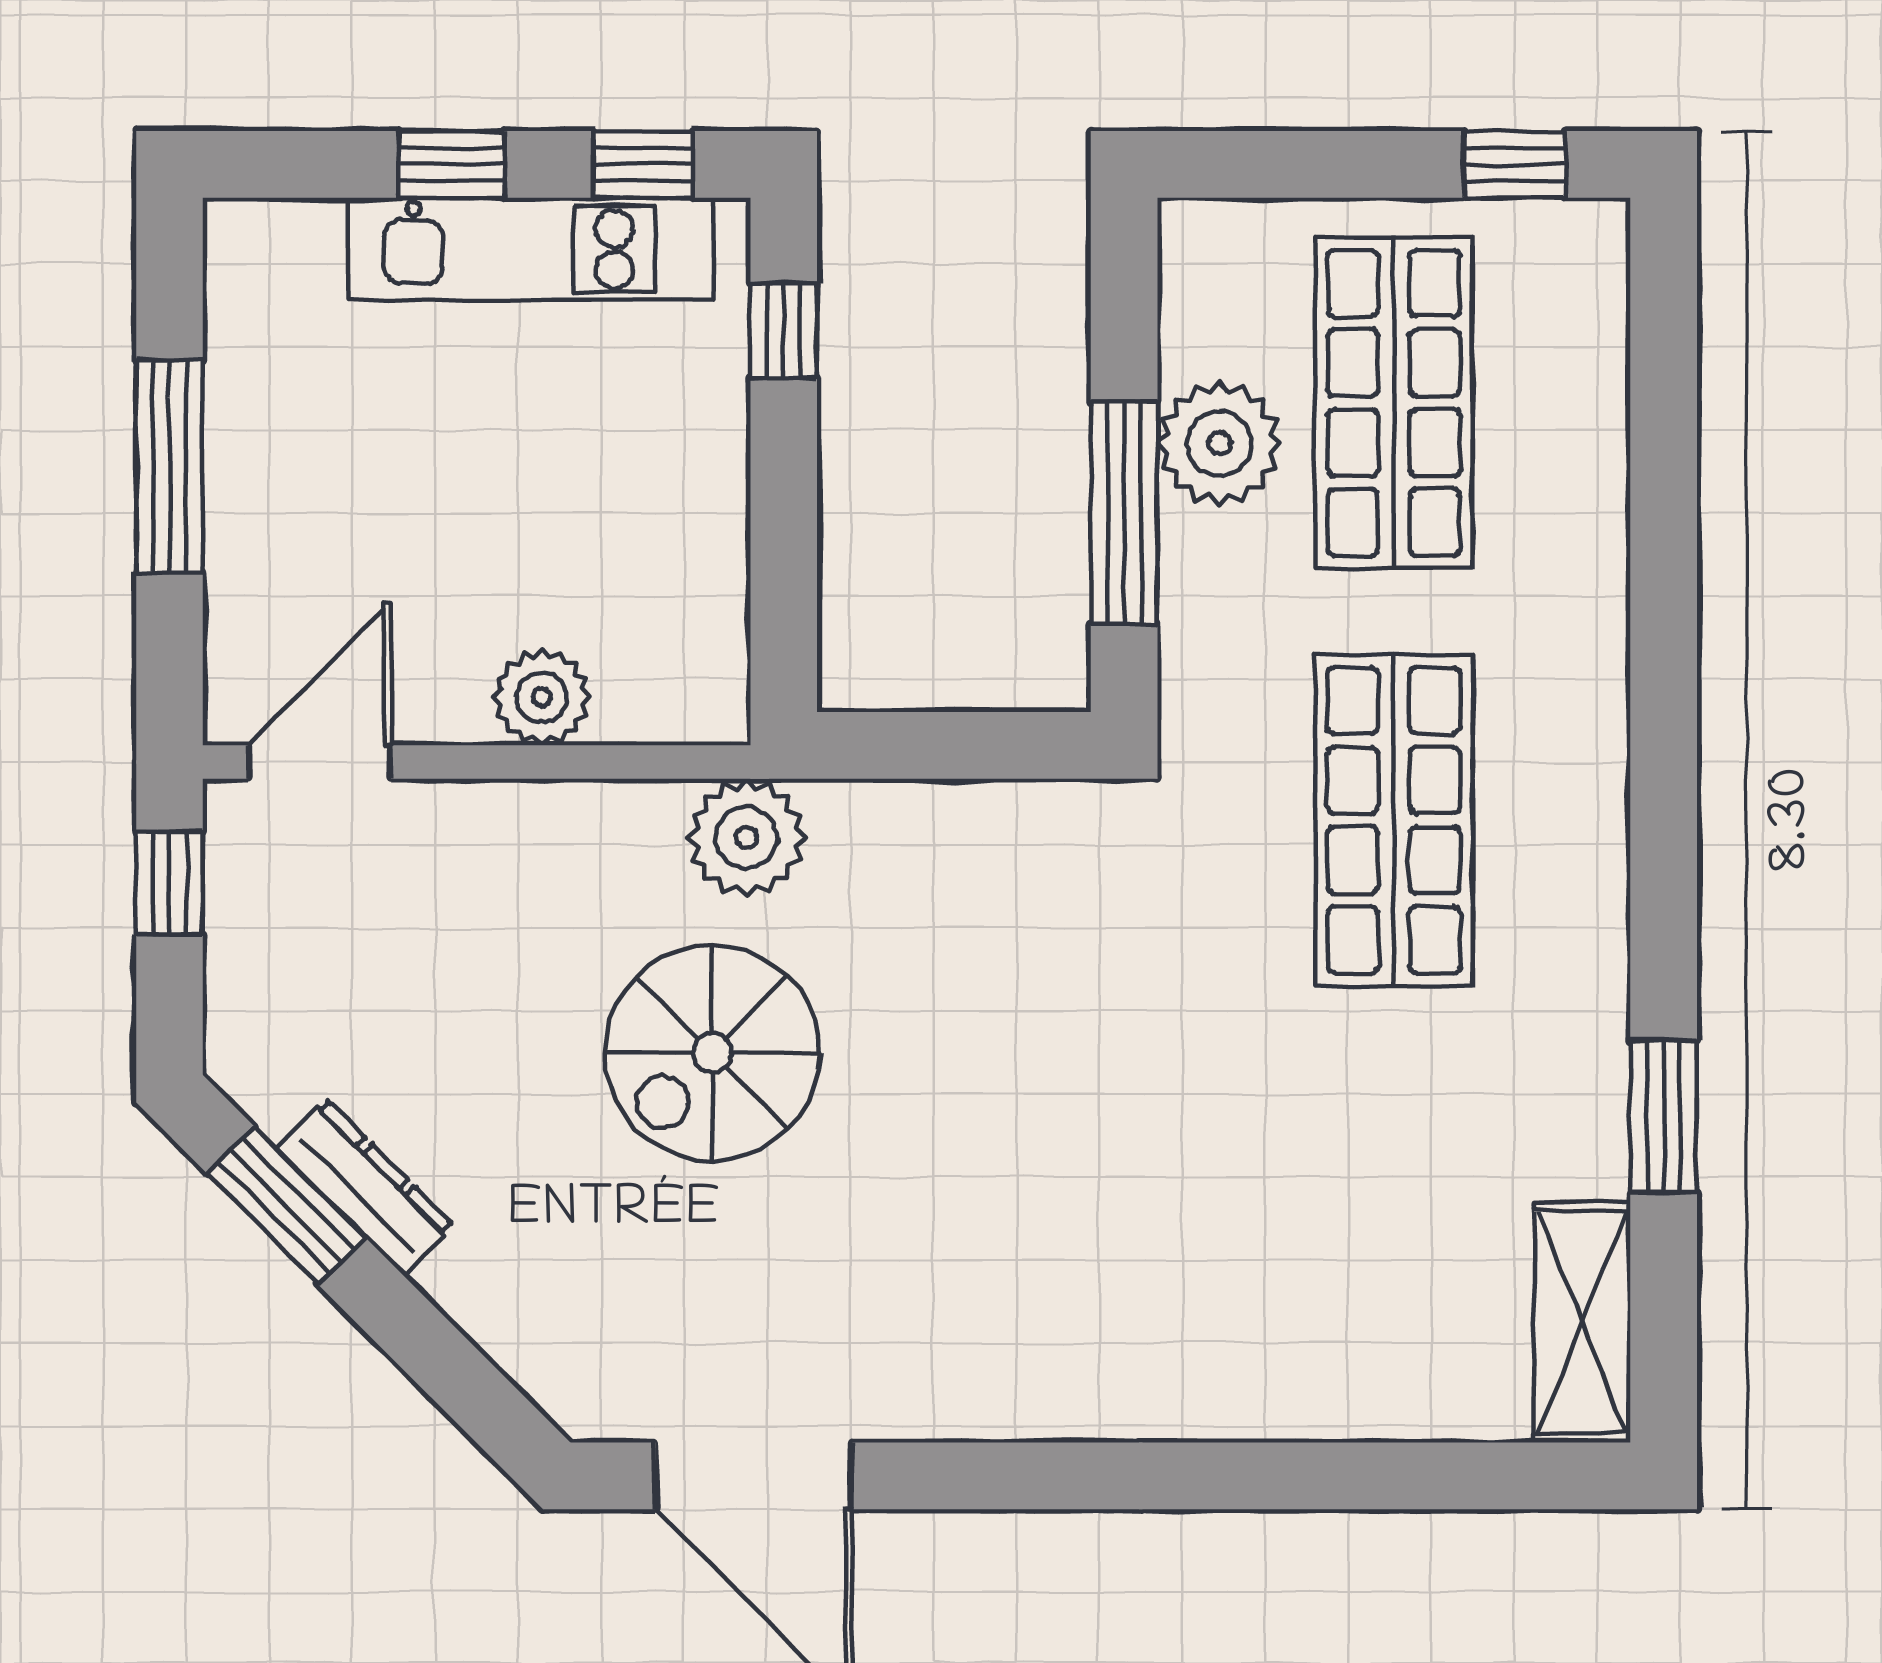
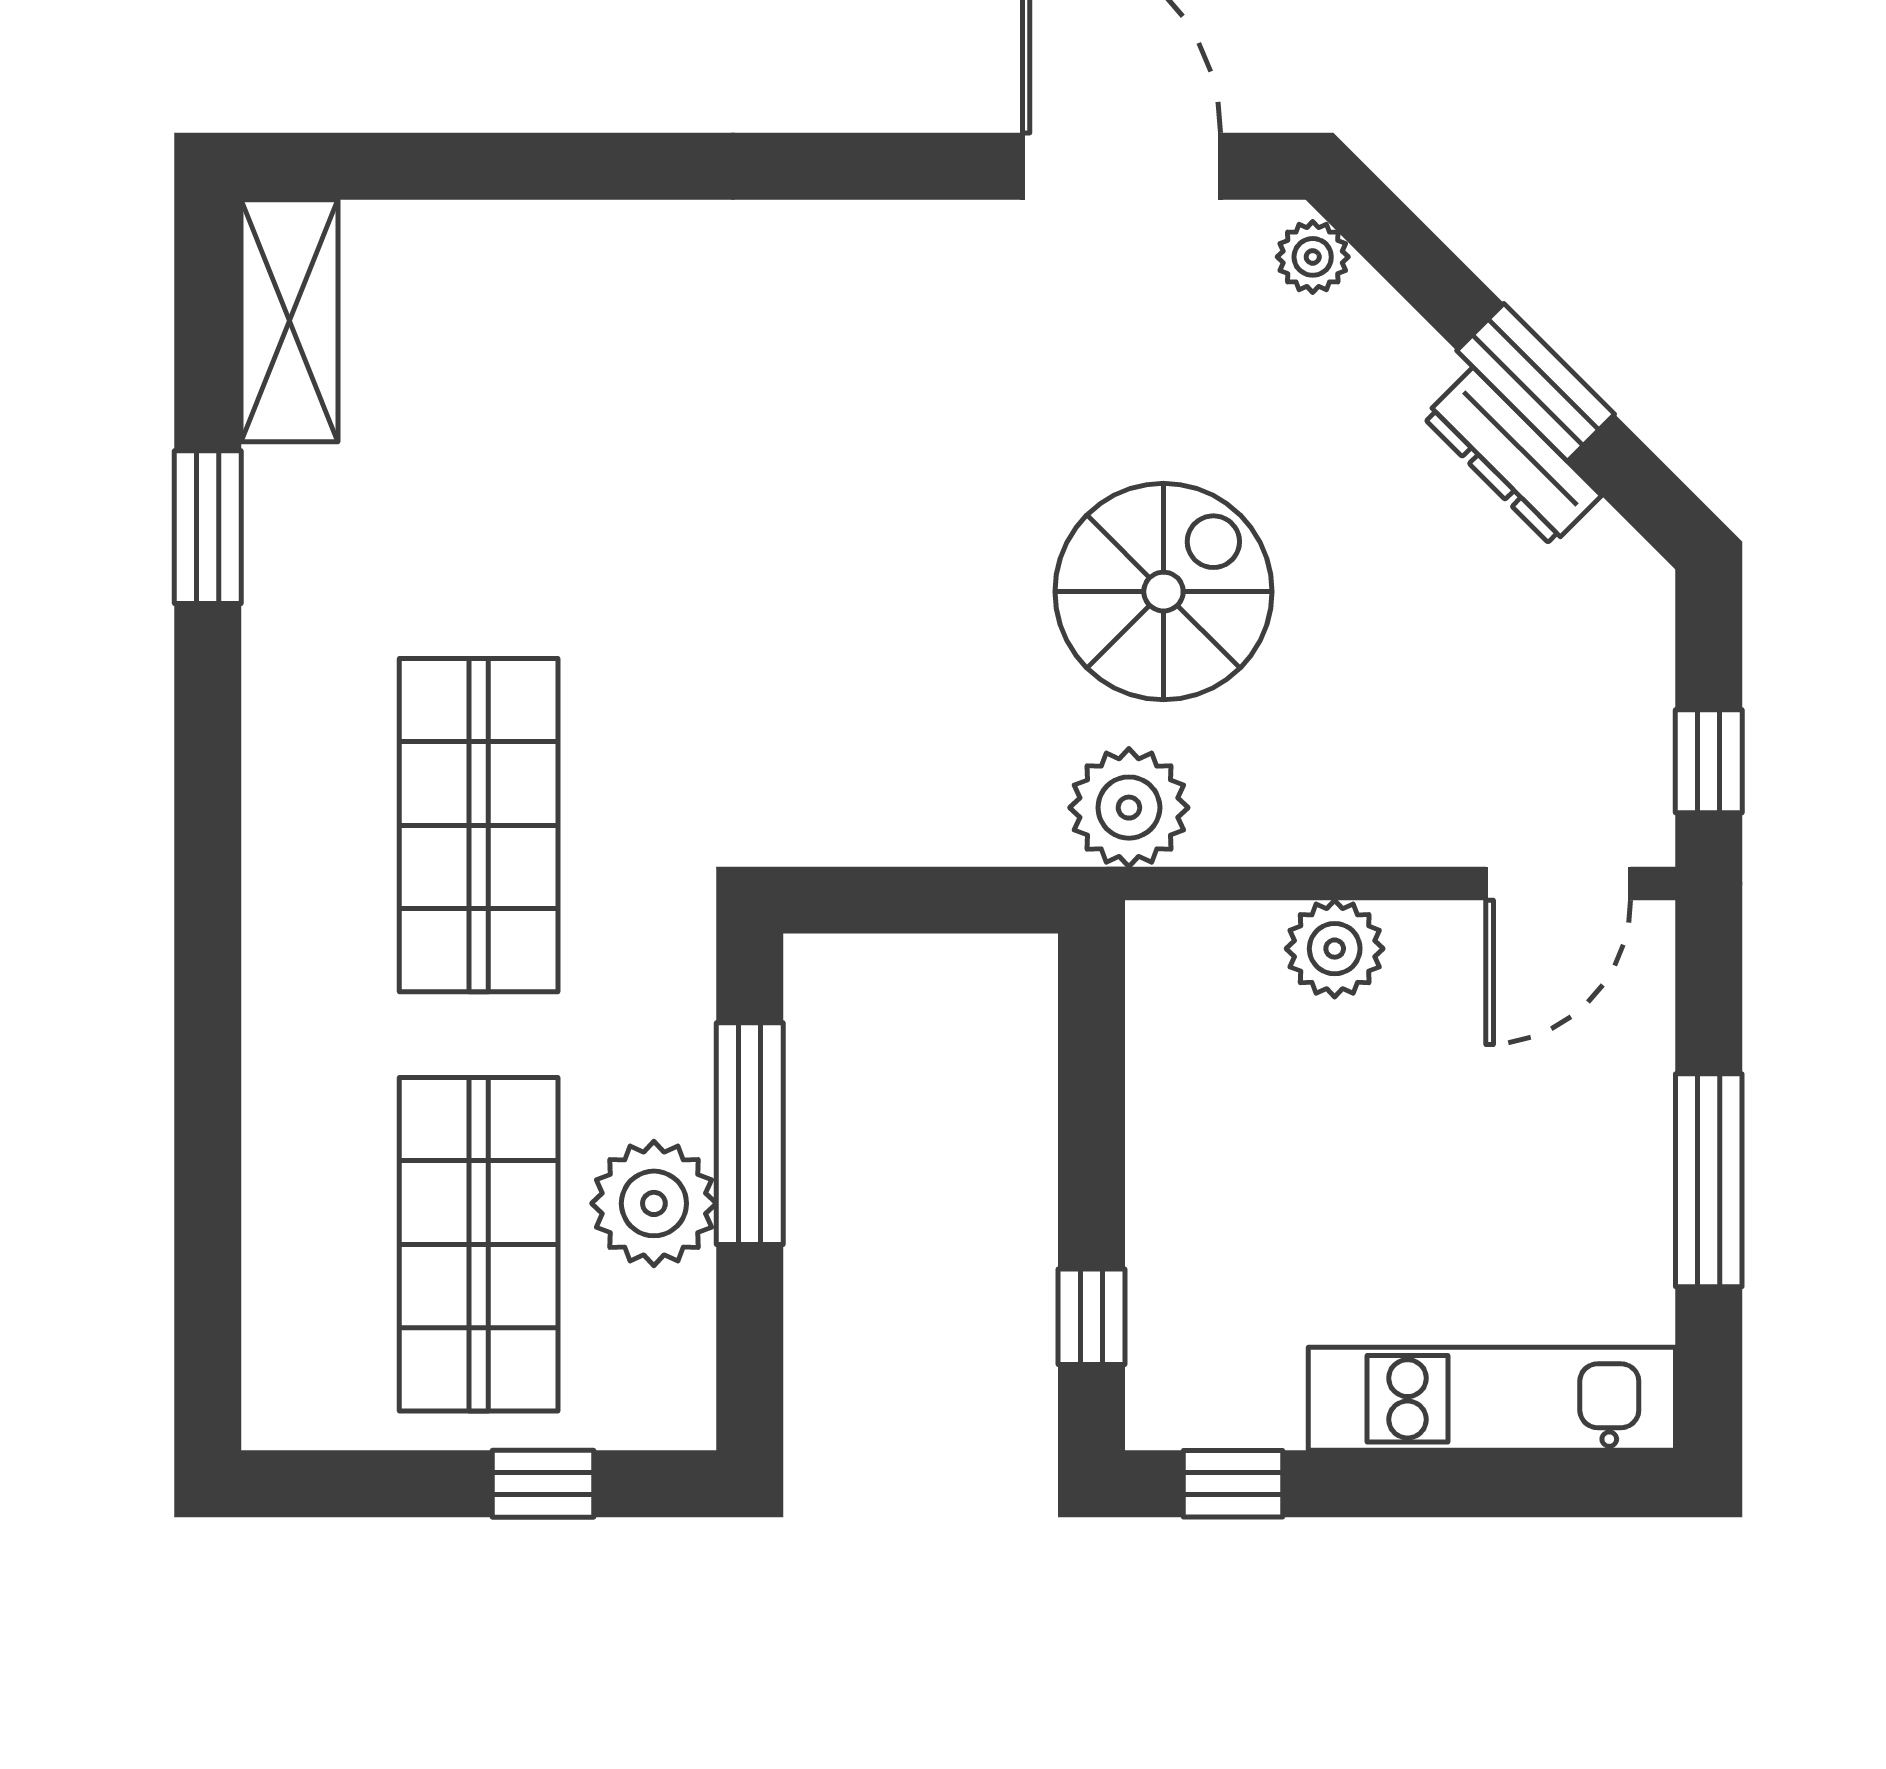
window: (452, 164) -> (1425, 1484), removed
window: (1514, 164) -> (543, 1484), moved
kitchen unit: (530, 249) -> (1492, 1399), moved
window: (287, 1206) -> (1536, 382), moved
plant: (564, 1386) -> (1313, 257), added

